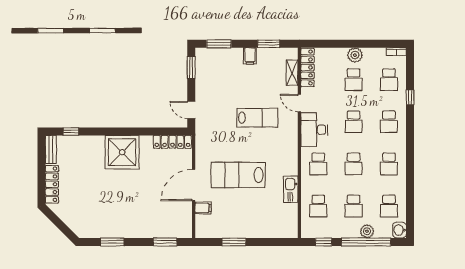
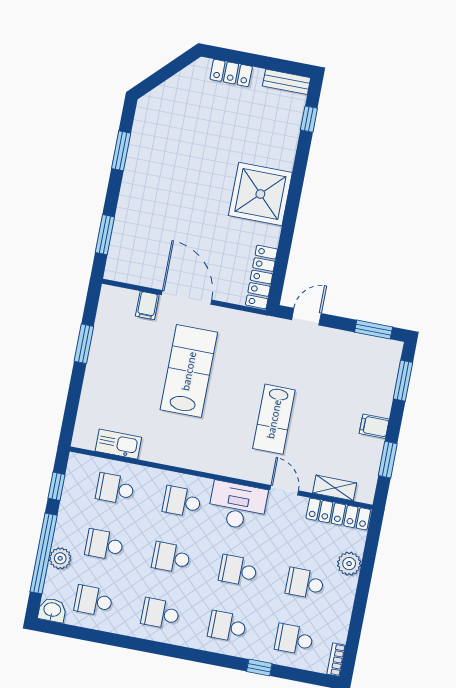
plant: (355, 55) -> (349, 564), moved
door: (299, 103) -> (284, 490), hinge flipped
locker: (52, 184) -> (231, 73), width x0.66
kitchen sink: (291, 189) -> (118, 444), moved

